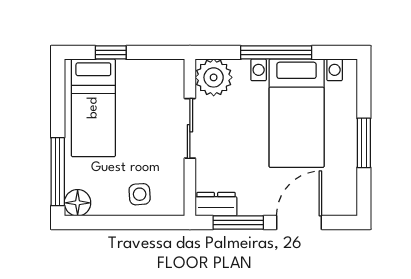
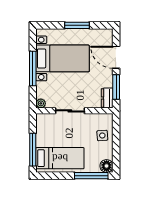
window: (111, 52) -> (33, 150), width x2.17
plant: (214, 77) -> (41, 103), width x0.53, depth x0.53

